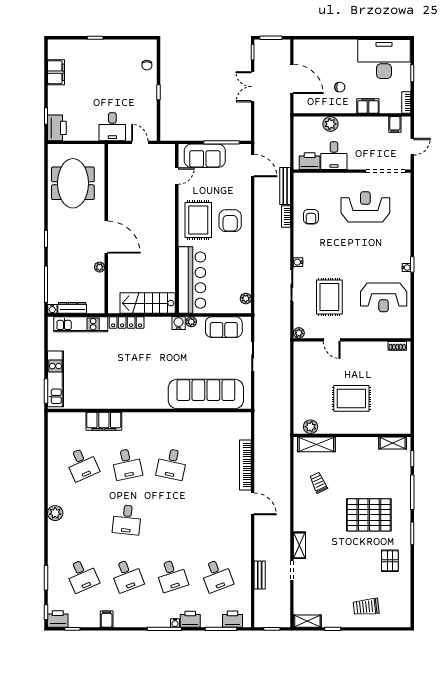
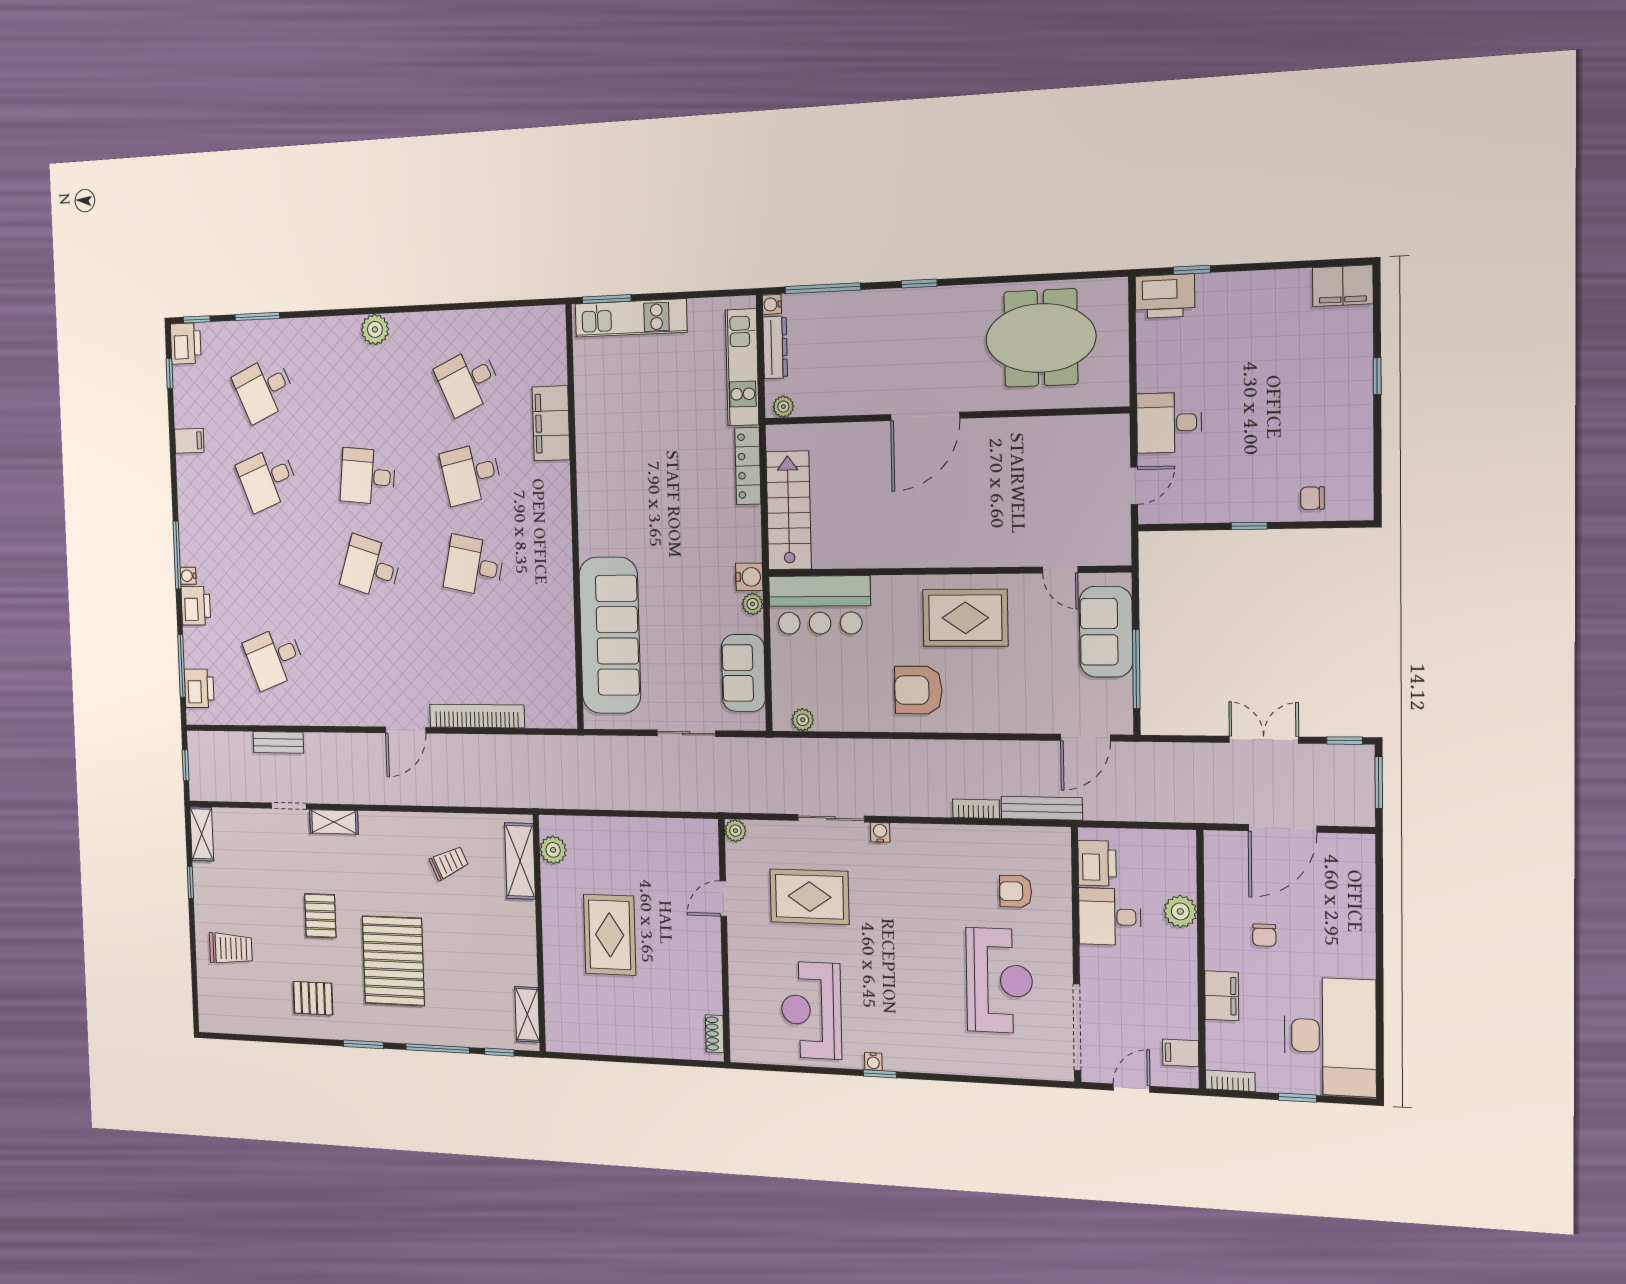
filing cabinet: (56, 72) -> (1343, 286), moved
door: (412, 147) -> (1132, 1088), swing flipped
armchair: (311, 217) -> (1016, 891), moved
armchair: (230, 221) -> (918, 690), moved
plant: (100, 267) -> (783, 407), moved
bar counter: (192, 280) -> (820, 605), width x0.73
pallet: (347, 555) -> (320, 916), added
desk: (172, 575) -> (371, 567), moved, turned 36
trolley: (366, 607) -> (231, 948), turned 96

